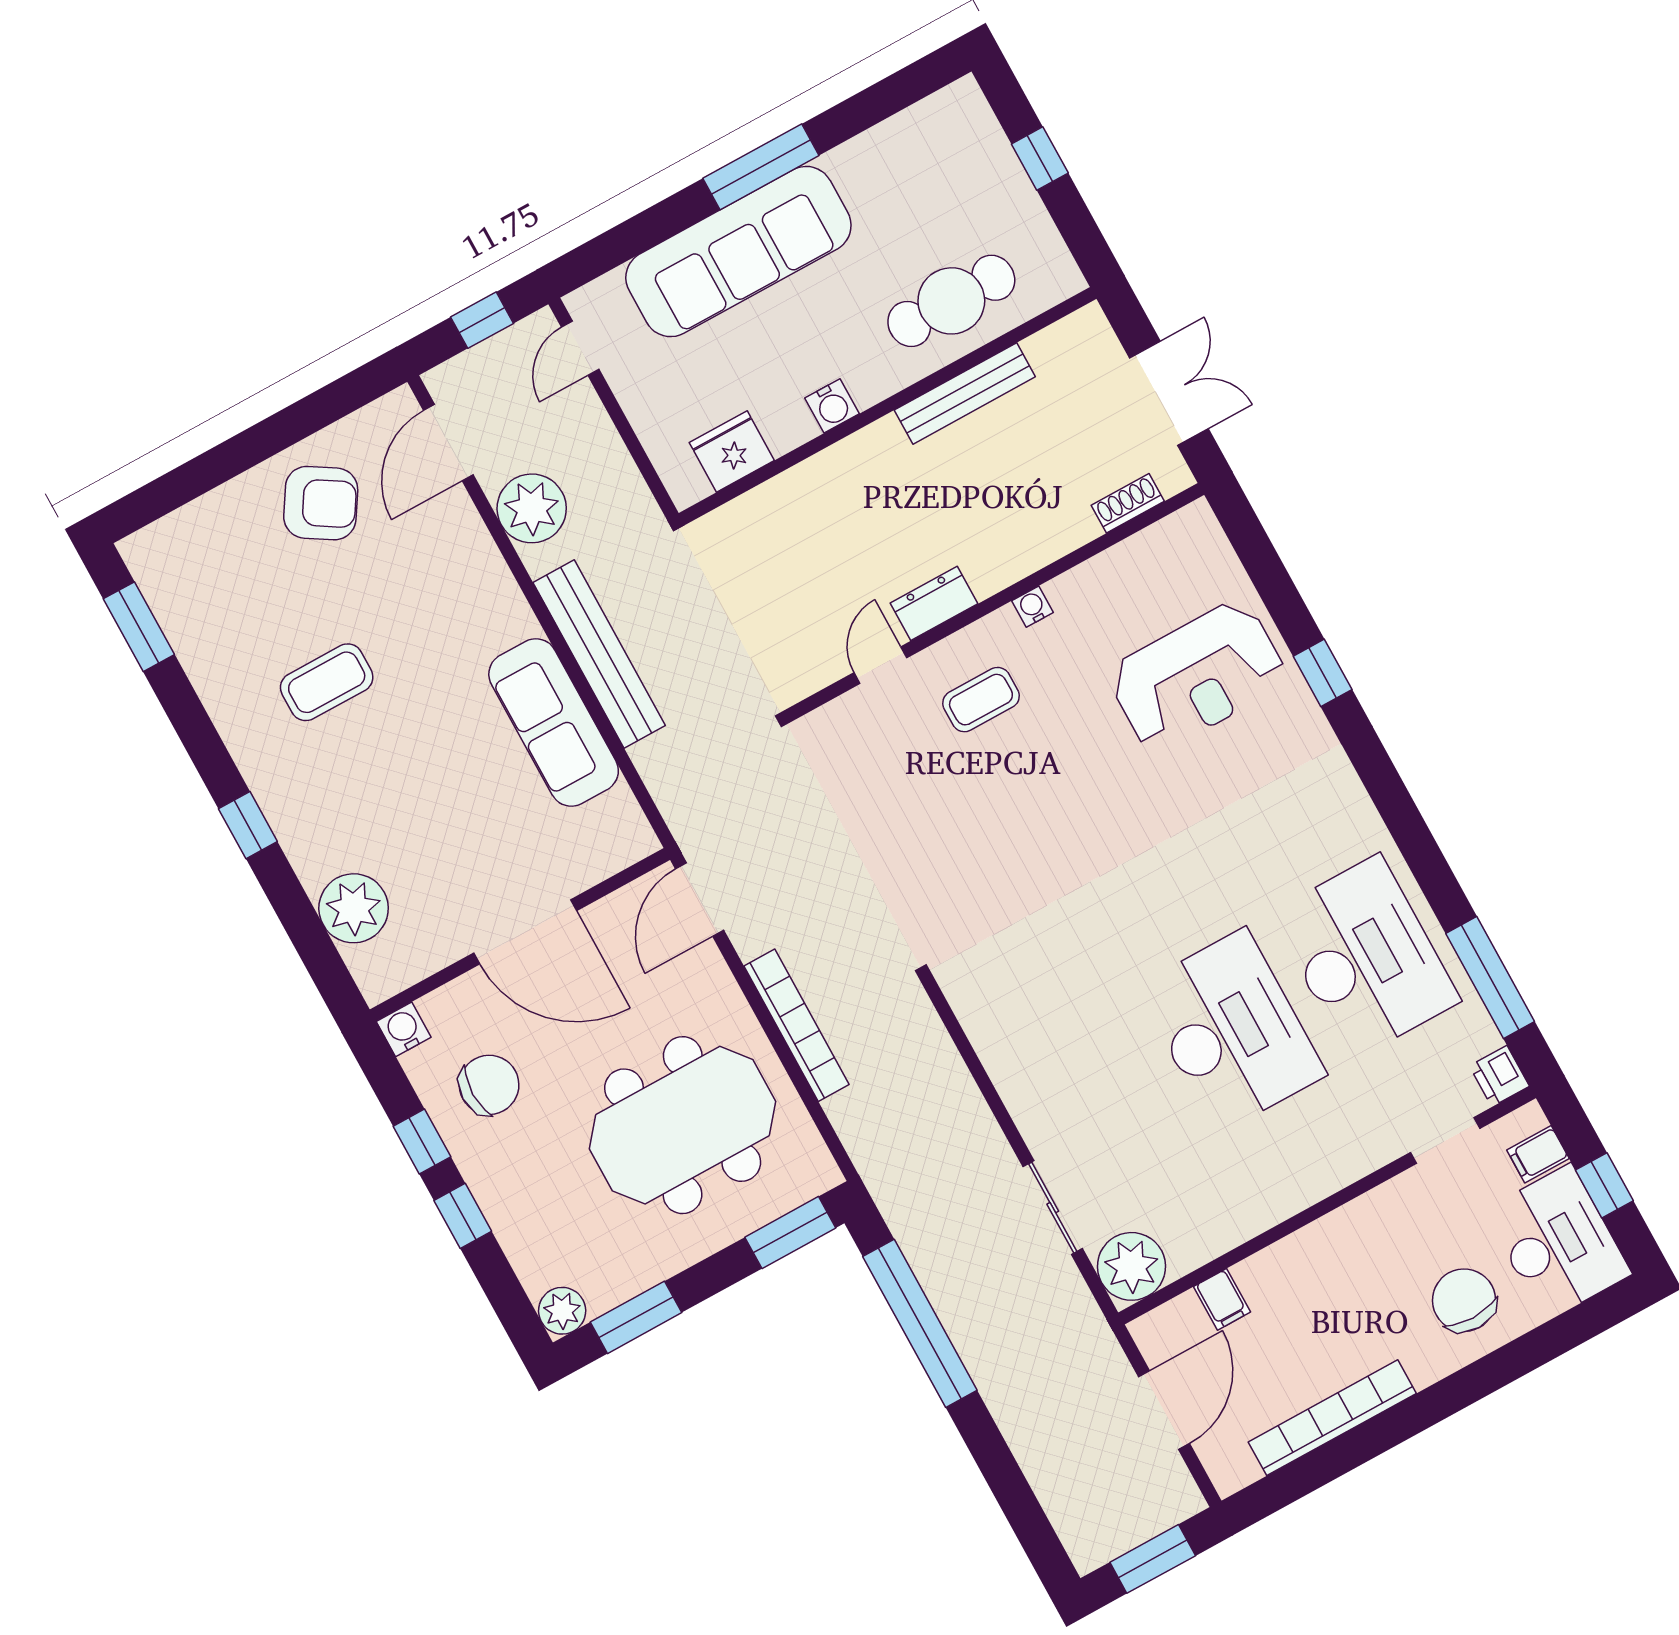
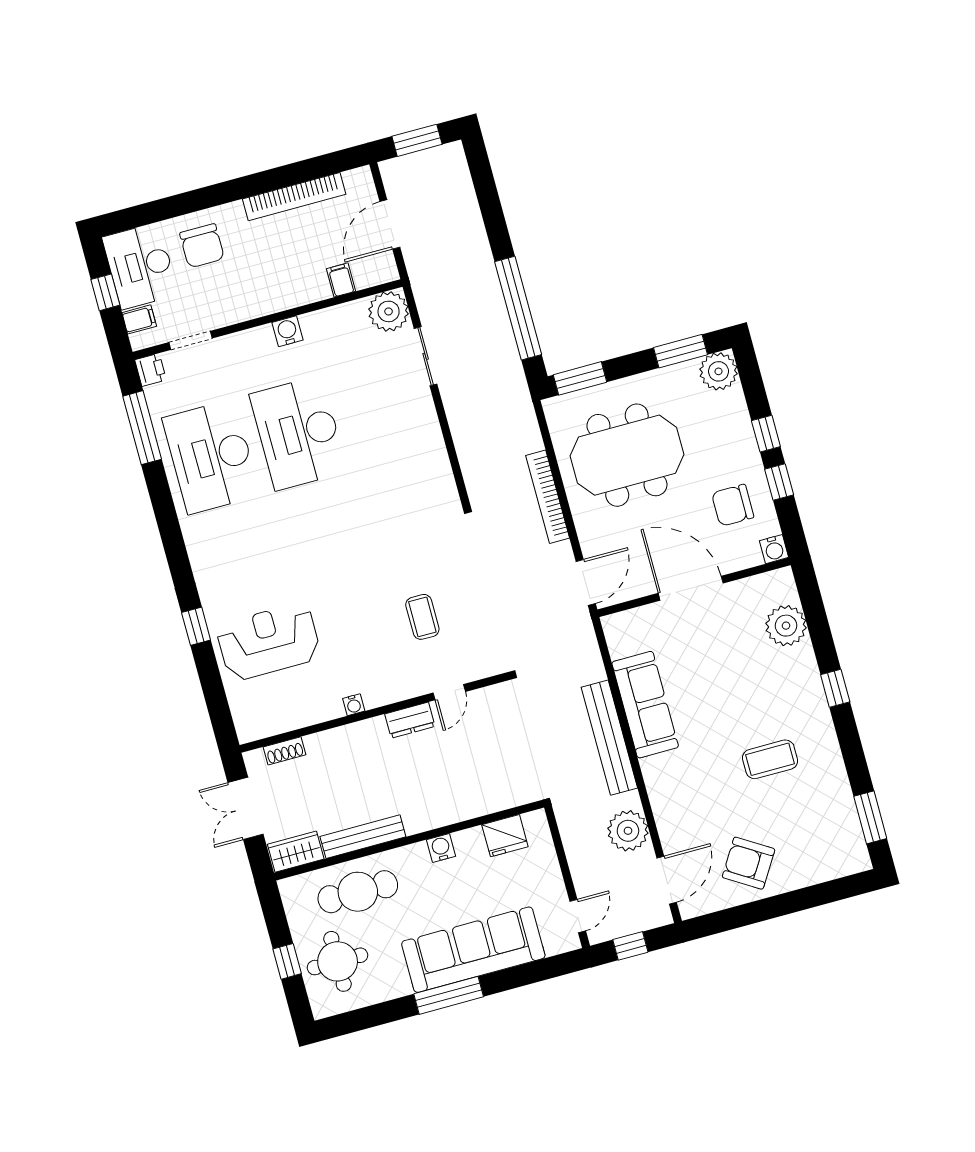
round table: (957, 178) -> (338, 961), added
wardrobe: (1069, 342) -> (296, 852), added
coffee table: (981, 700) -> (422, 617), moved, turned 90
water cooler: (1290, 1194) -> (287, 331), added
plant: (562, 1311) -> (719, 371), width x1.36, depth x1.36

